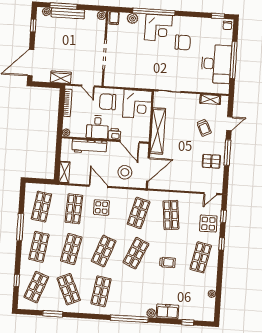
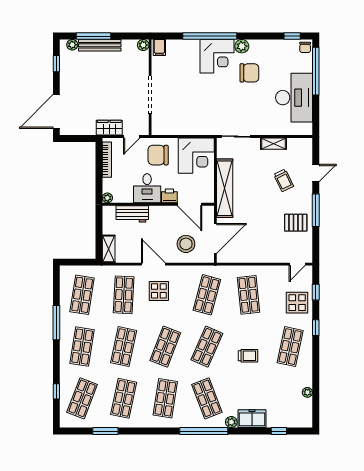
plant: (132, 18) -> (242, 46), moved
window: (233, 60) -> (316, 71), moved
wardrobe: (61, 77) -> (109, 128), moved
door: (88, 86) -> (132, 136), hinge flipped
shelving: (210, 99) -> (274, 144), moved
workbench: (89, 147) -> (132, 214), width x0.73
shop shelf: (69, 289) -> (124, 398), turned 36
shop shelf: (133, 293) -> (207, 398), added

